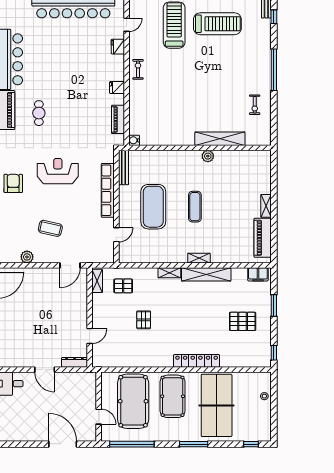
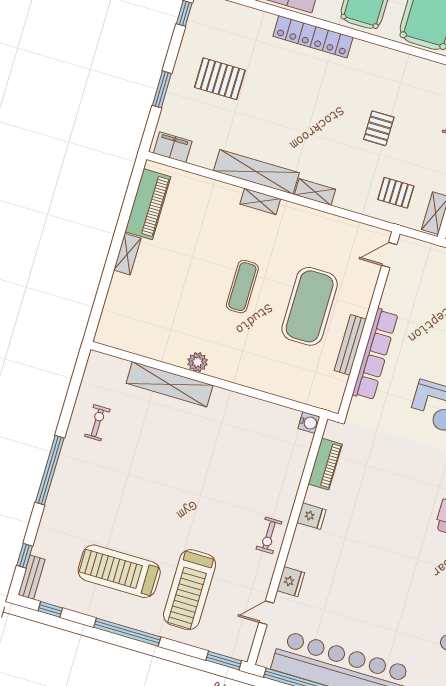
bench: (124, 168) -> (350, 345), moved
door: (116, 235) -> (389, 255), moved

